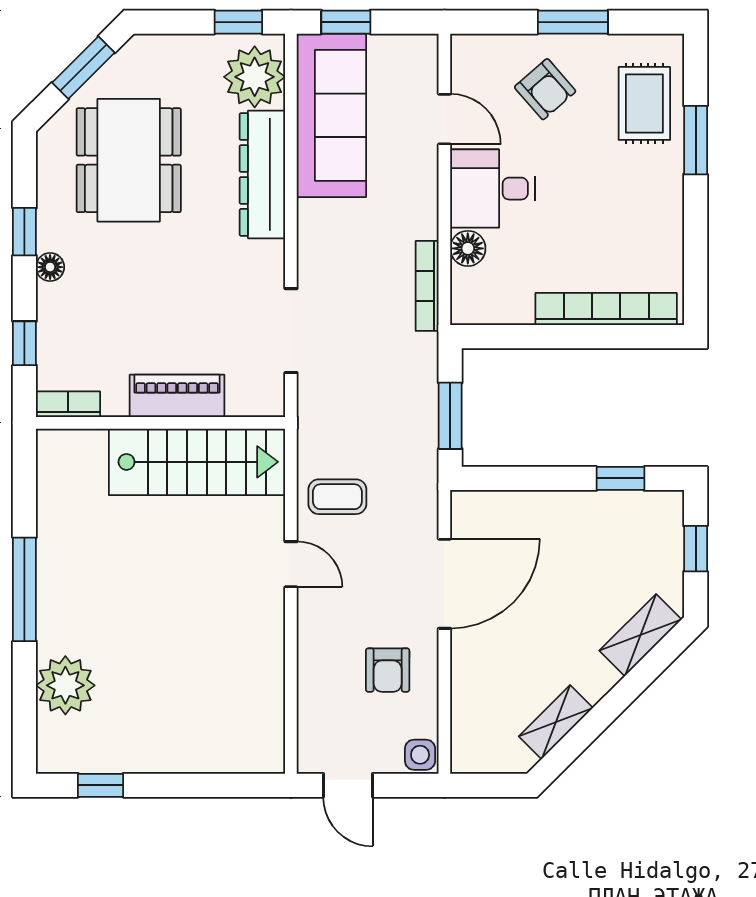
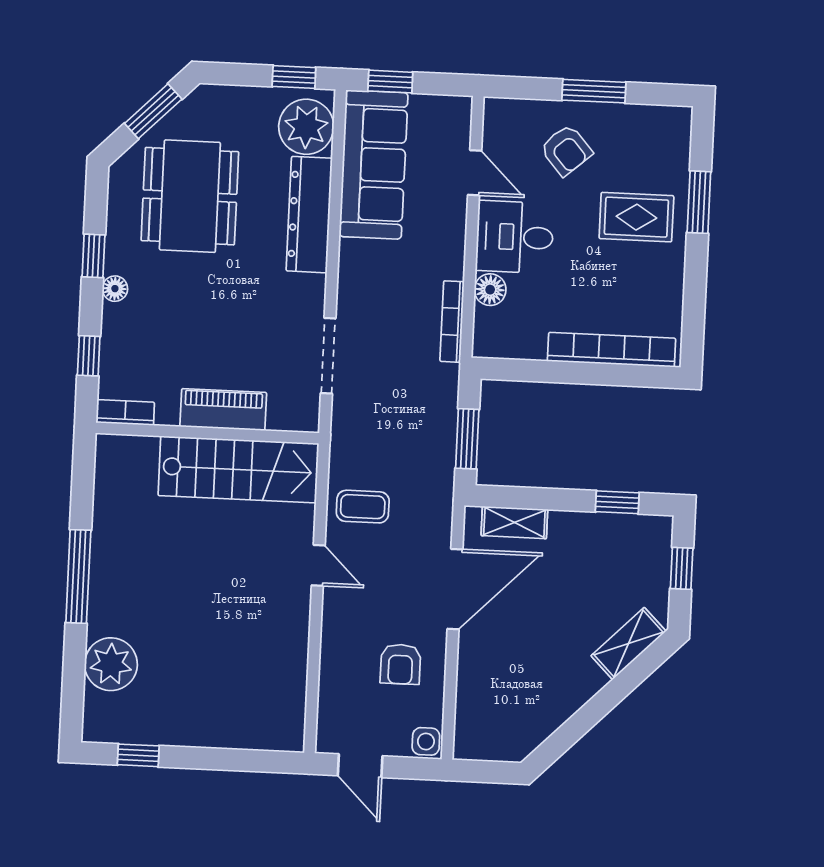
rug: (644, 103) -> (636, 217), moved, turned 90
shelving: (556, 722) -> (514, 522), moved, turned 45

